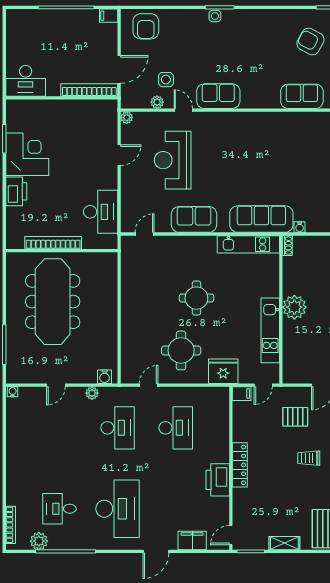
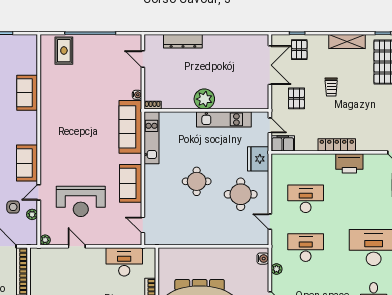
filing cabinet: (242, 394) -> (283, 143), width x2.00

